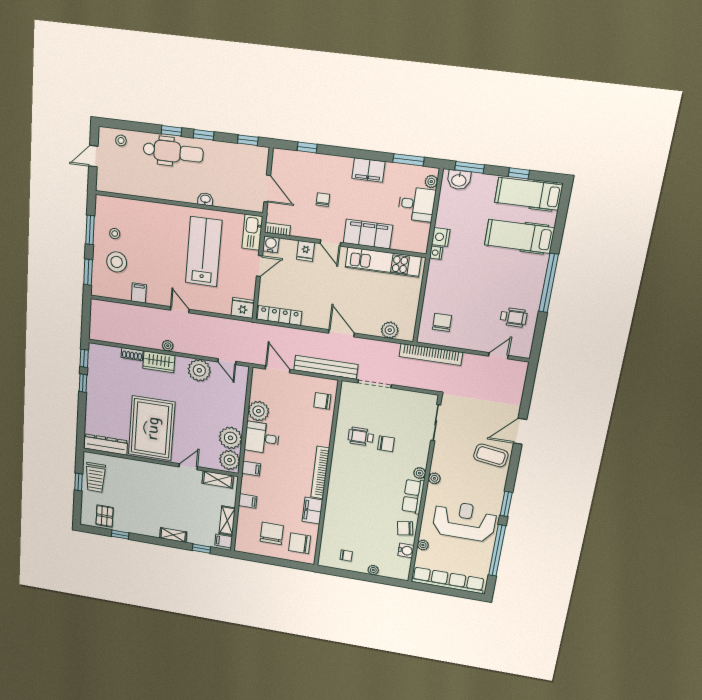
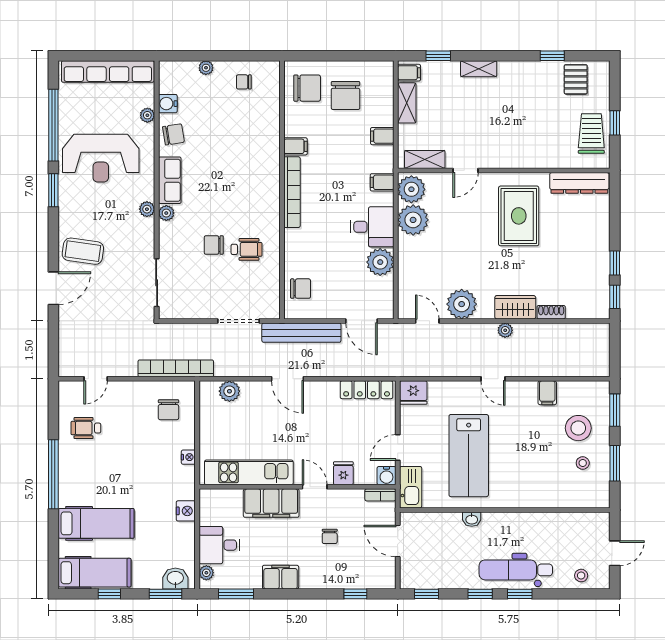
nightstand: (436, 253) -> (188, 457), moved
rug: (152, 428) -> (519, 216), width x0.73, depth x0.69
filing cabinet: (312, 511) -> (296, 146), width x0.50

